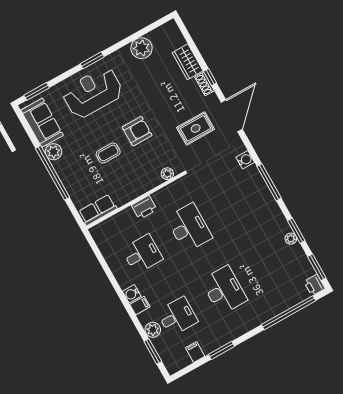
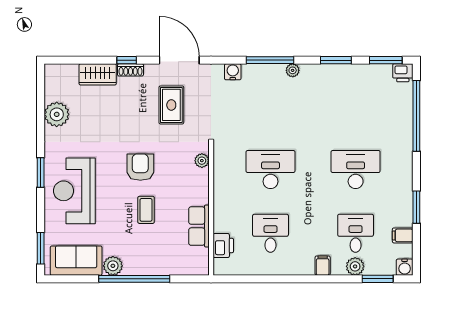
printer: (144, 207) -> (223, 246), moved
row of seats: (98, 210) -> (199, 226), moved
plant: (291, 239) -> (293, 70), moved
water cooler: (132, 294) -> (405, 267), moved

